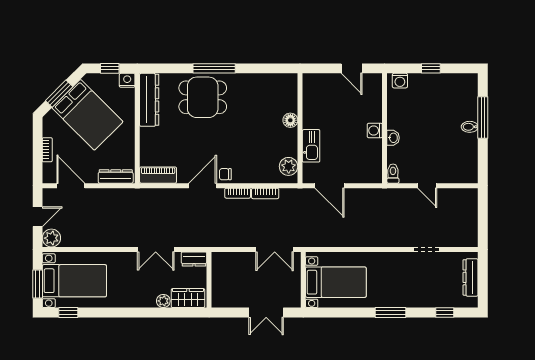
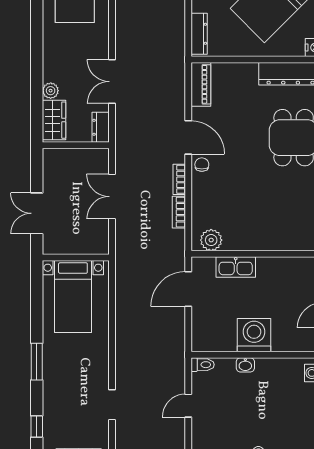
floor lamp: (290, 120) -> (266, 242), removed
washing machine: (375, 130) -> (254, 335), width x1.89, depth x1.89
double door: (275, 249) -> (112, 197), moved

